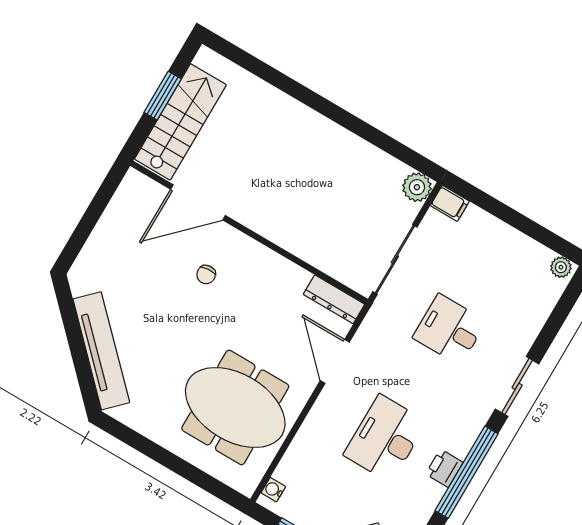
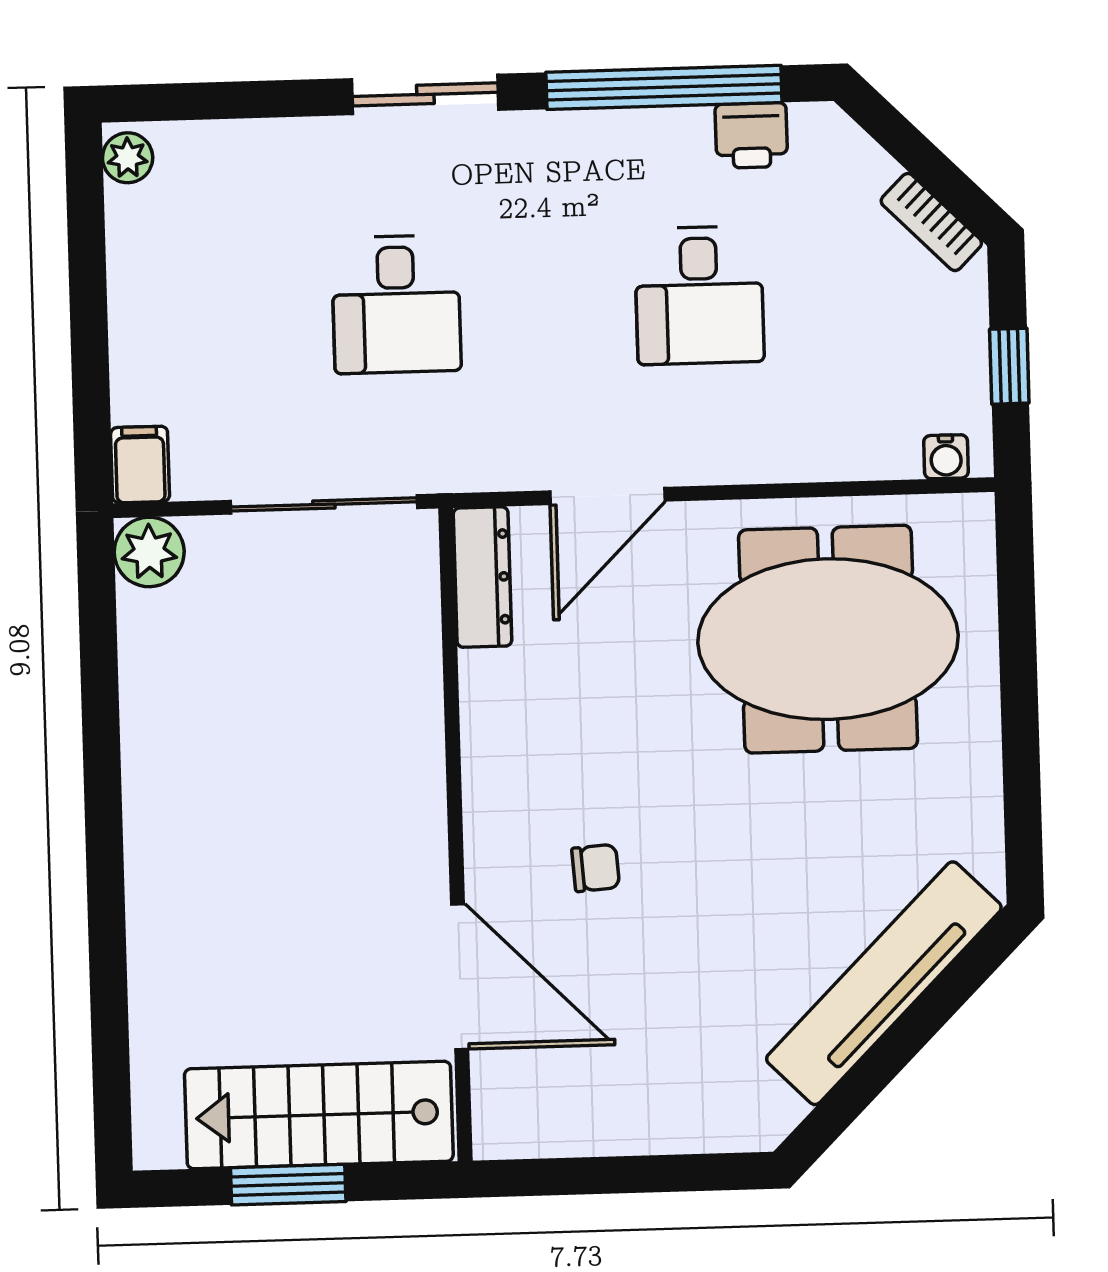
meeting table: (235, 407) -> (828, 639), turned 90
desk: (385, 438) -> (699, 295), width x0.73
printer: (444, 468) -> (751, 135), moved

